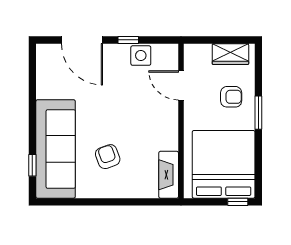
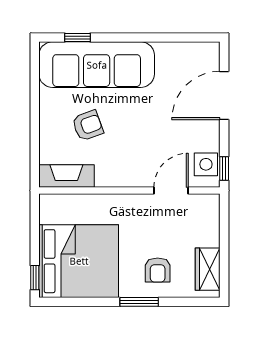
window: (128, 40) -> (224, 168), moved
door: (181, 85) -> (171, 190), moved
wall: (181, 121) -> (129, 190), moved
fireplace: (169, 175) -> (66, 176), moved

